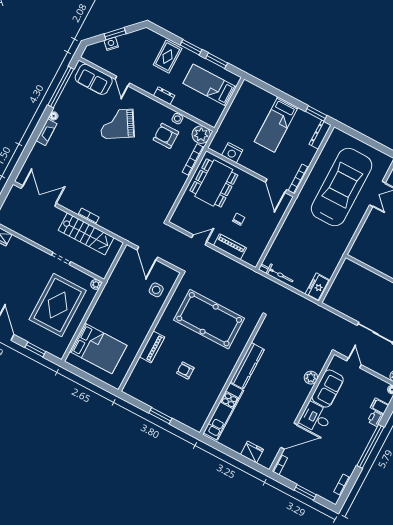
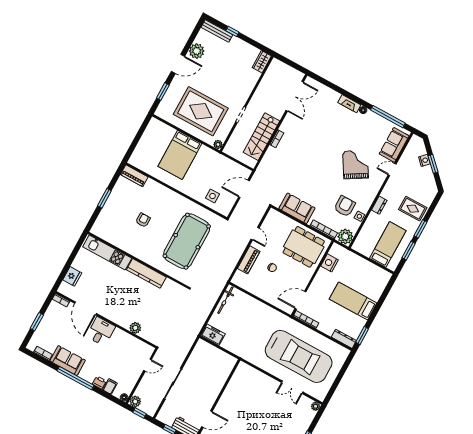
sofa: (169, 191) -> (297, 208), added
piano: (152, 347) -> (134, 176), moved
bed: (98, 348) -> (180, 155), moved
sofa: (328, 389) -> (68, 361), moved, turned 180

